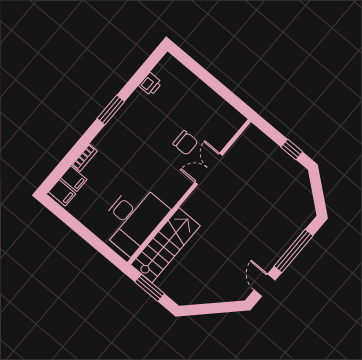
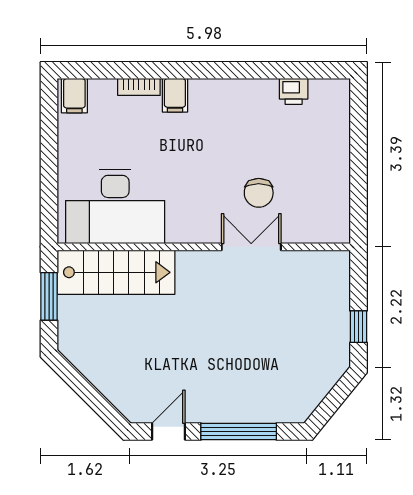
window: (111, 110) -> (223, 70), removed
filing cabinet: (74, 179) -> (175, 95), moved

